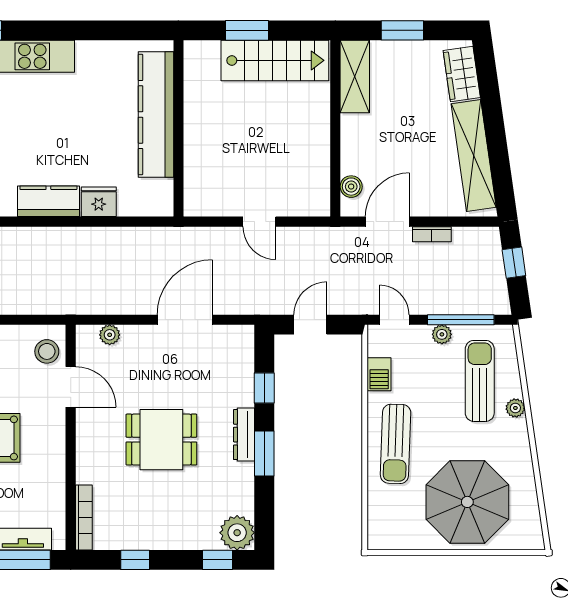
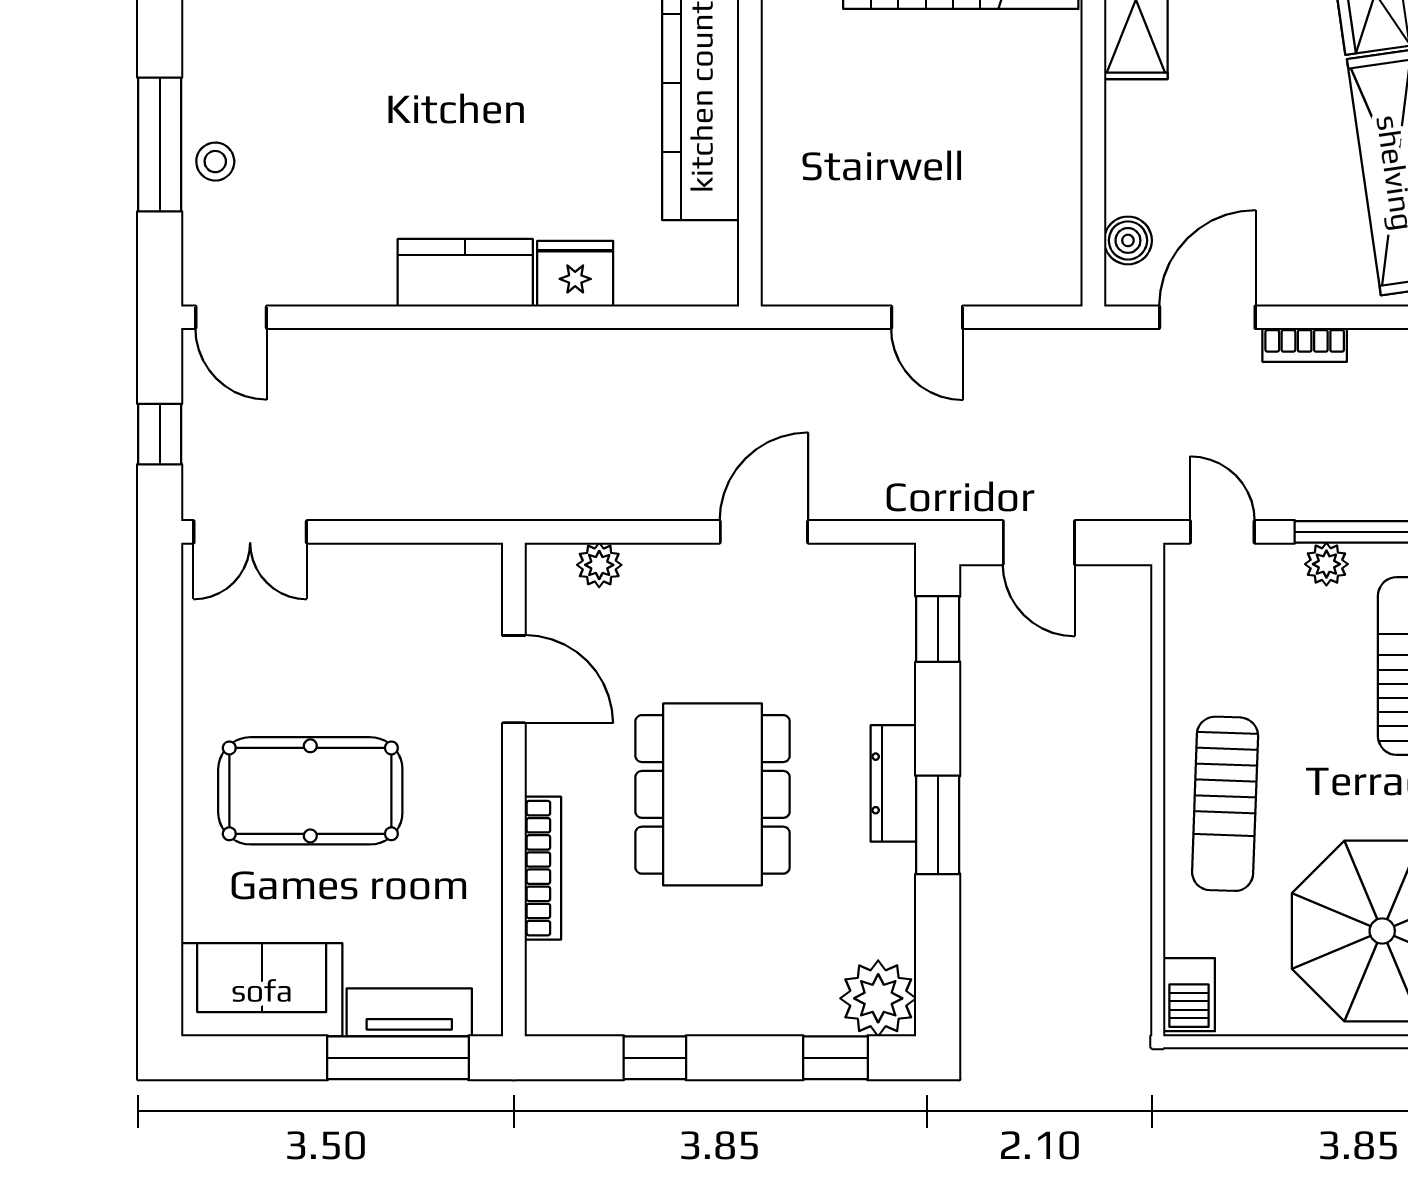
door: (185, 320) -> (764, 532), width x0.73
door: (310, 325) -> (1039, 543), swing flipped
stool: (47, 351) -> (462, 601), removed
barbecue: (379, 374) -> (1189, 995), moved
window: (264, 388) -> (938, 629), moved
dining table: (161, 440) -> (713, 794), width x1.37
bookcase: (84, 517) -> (543, 868), moved

